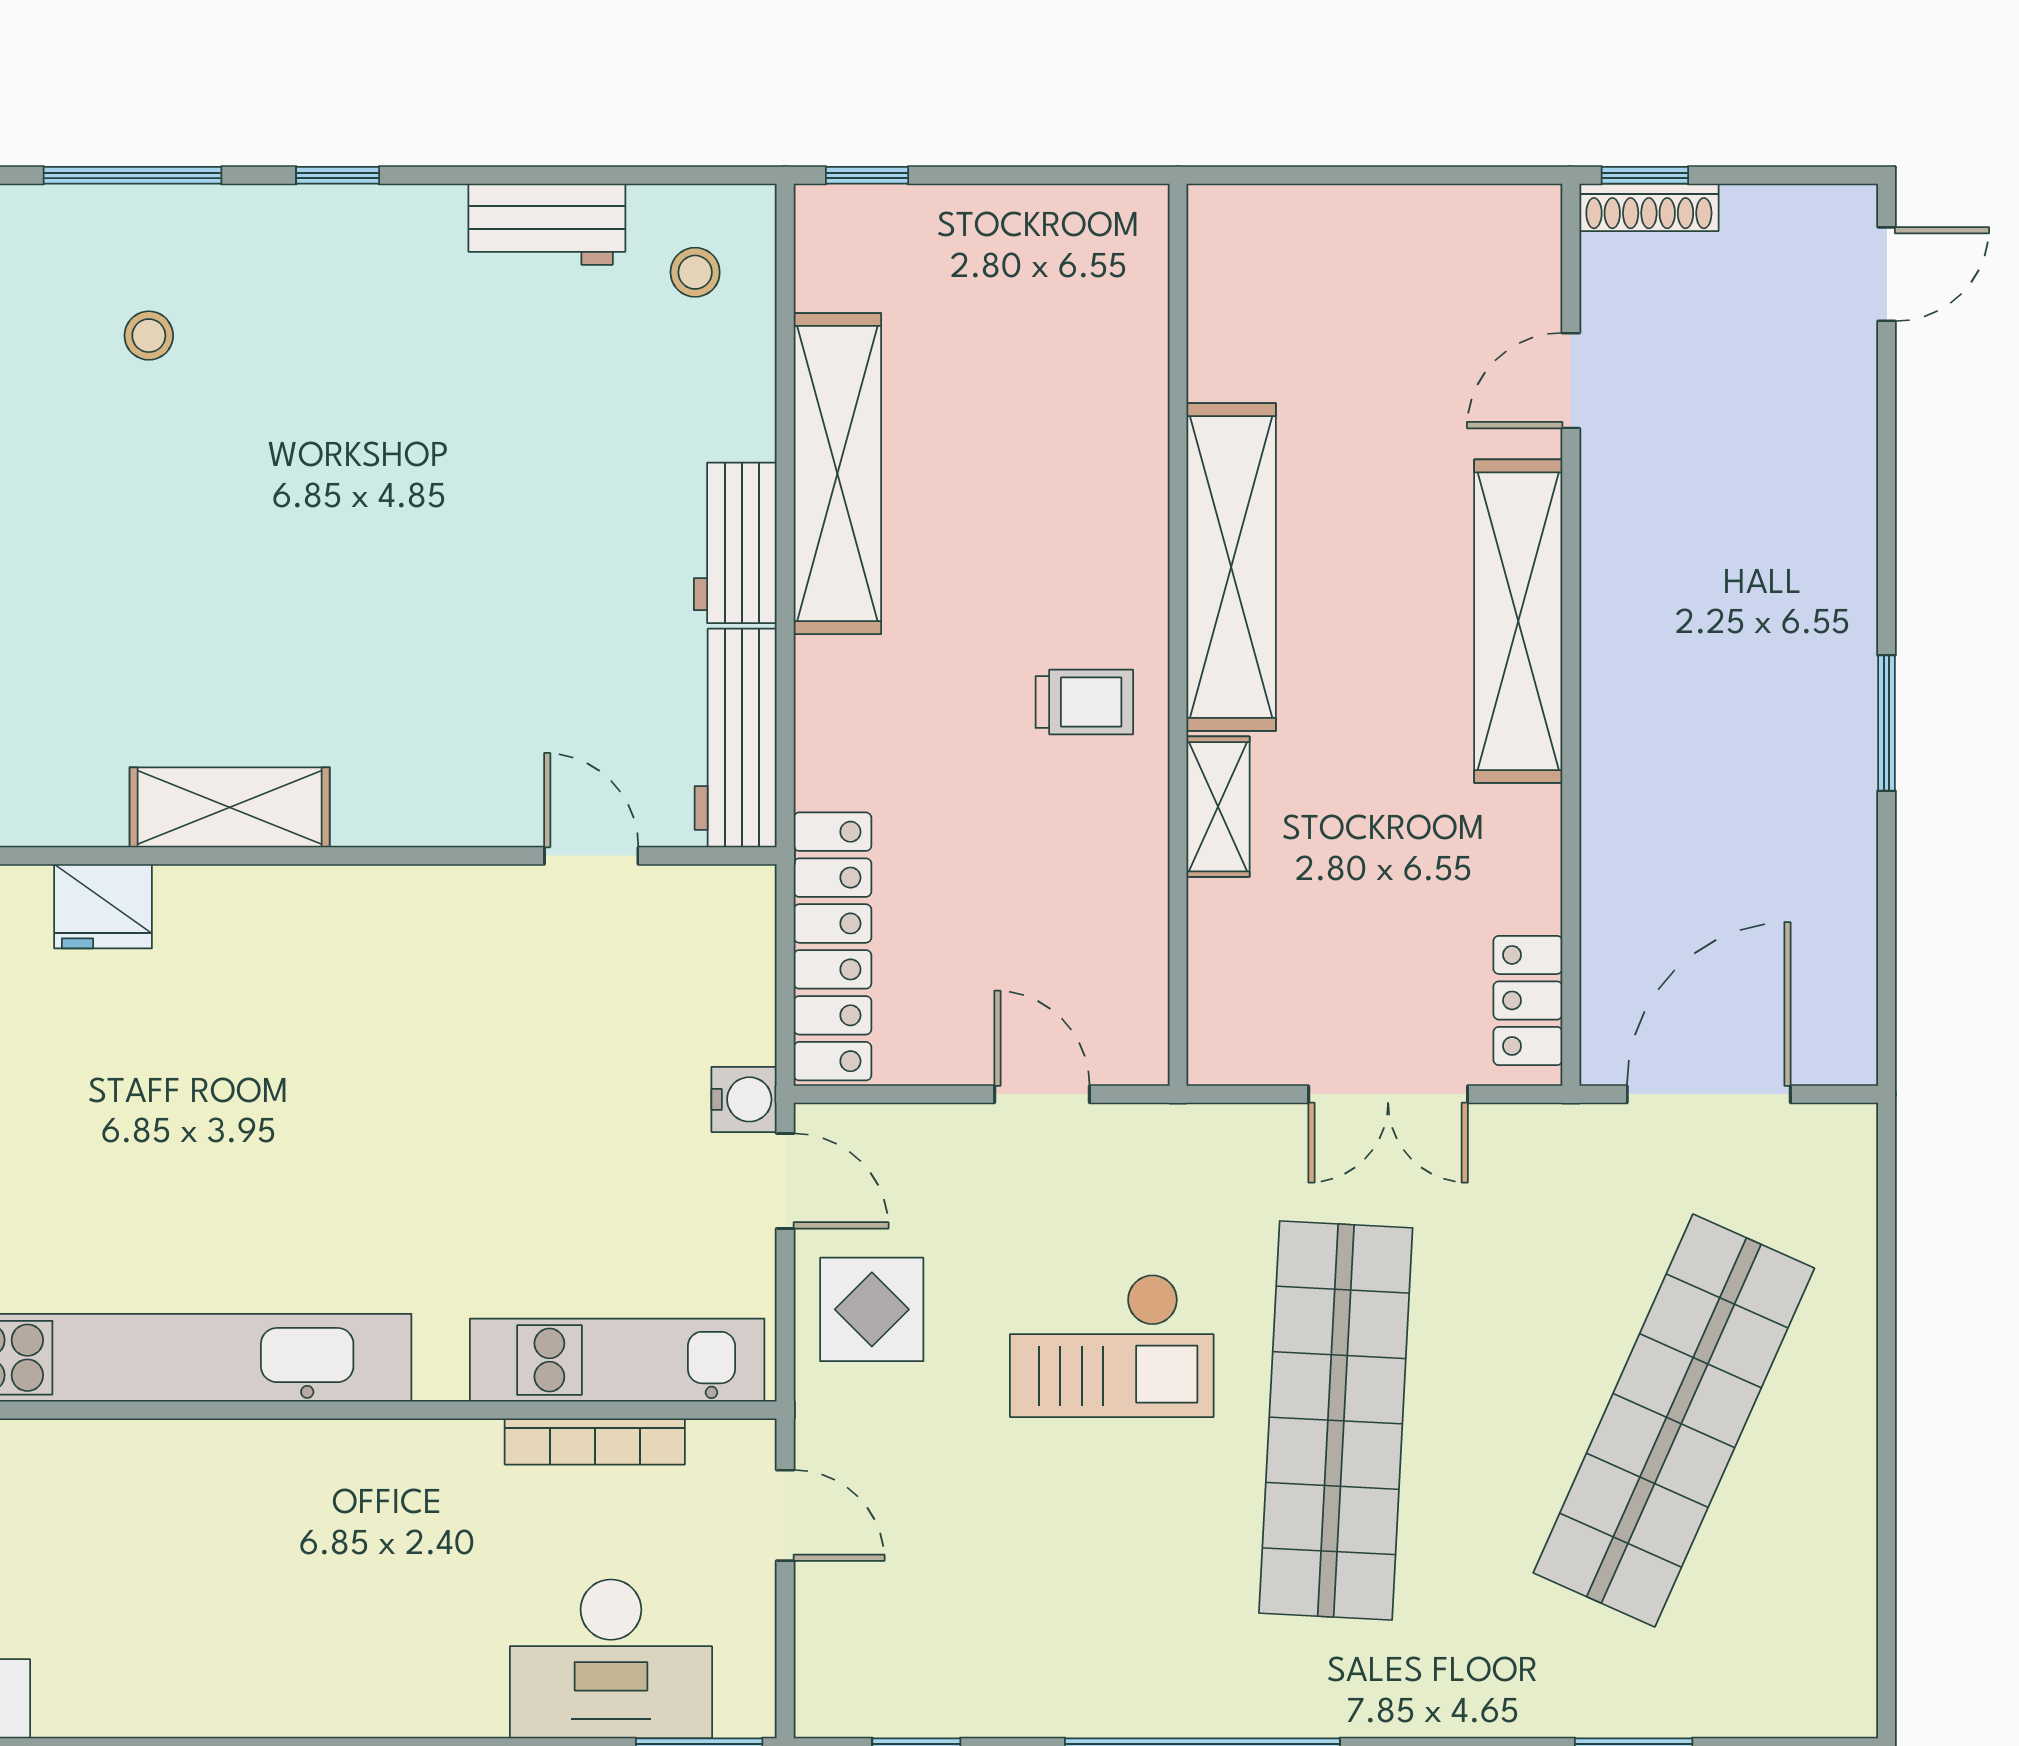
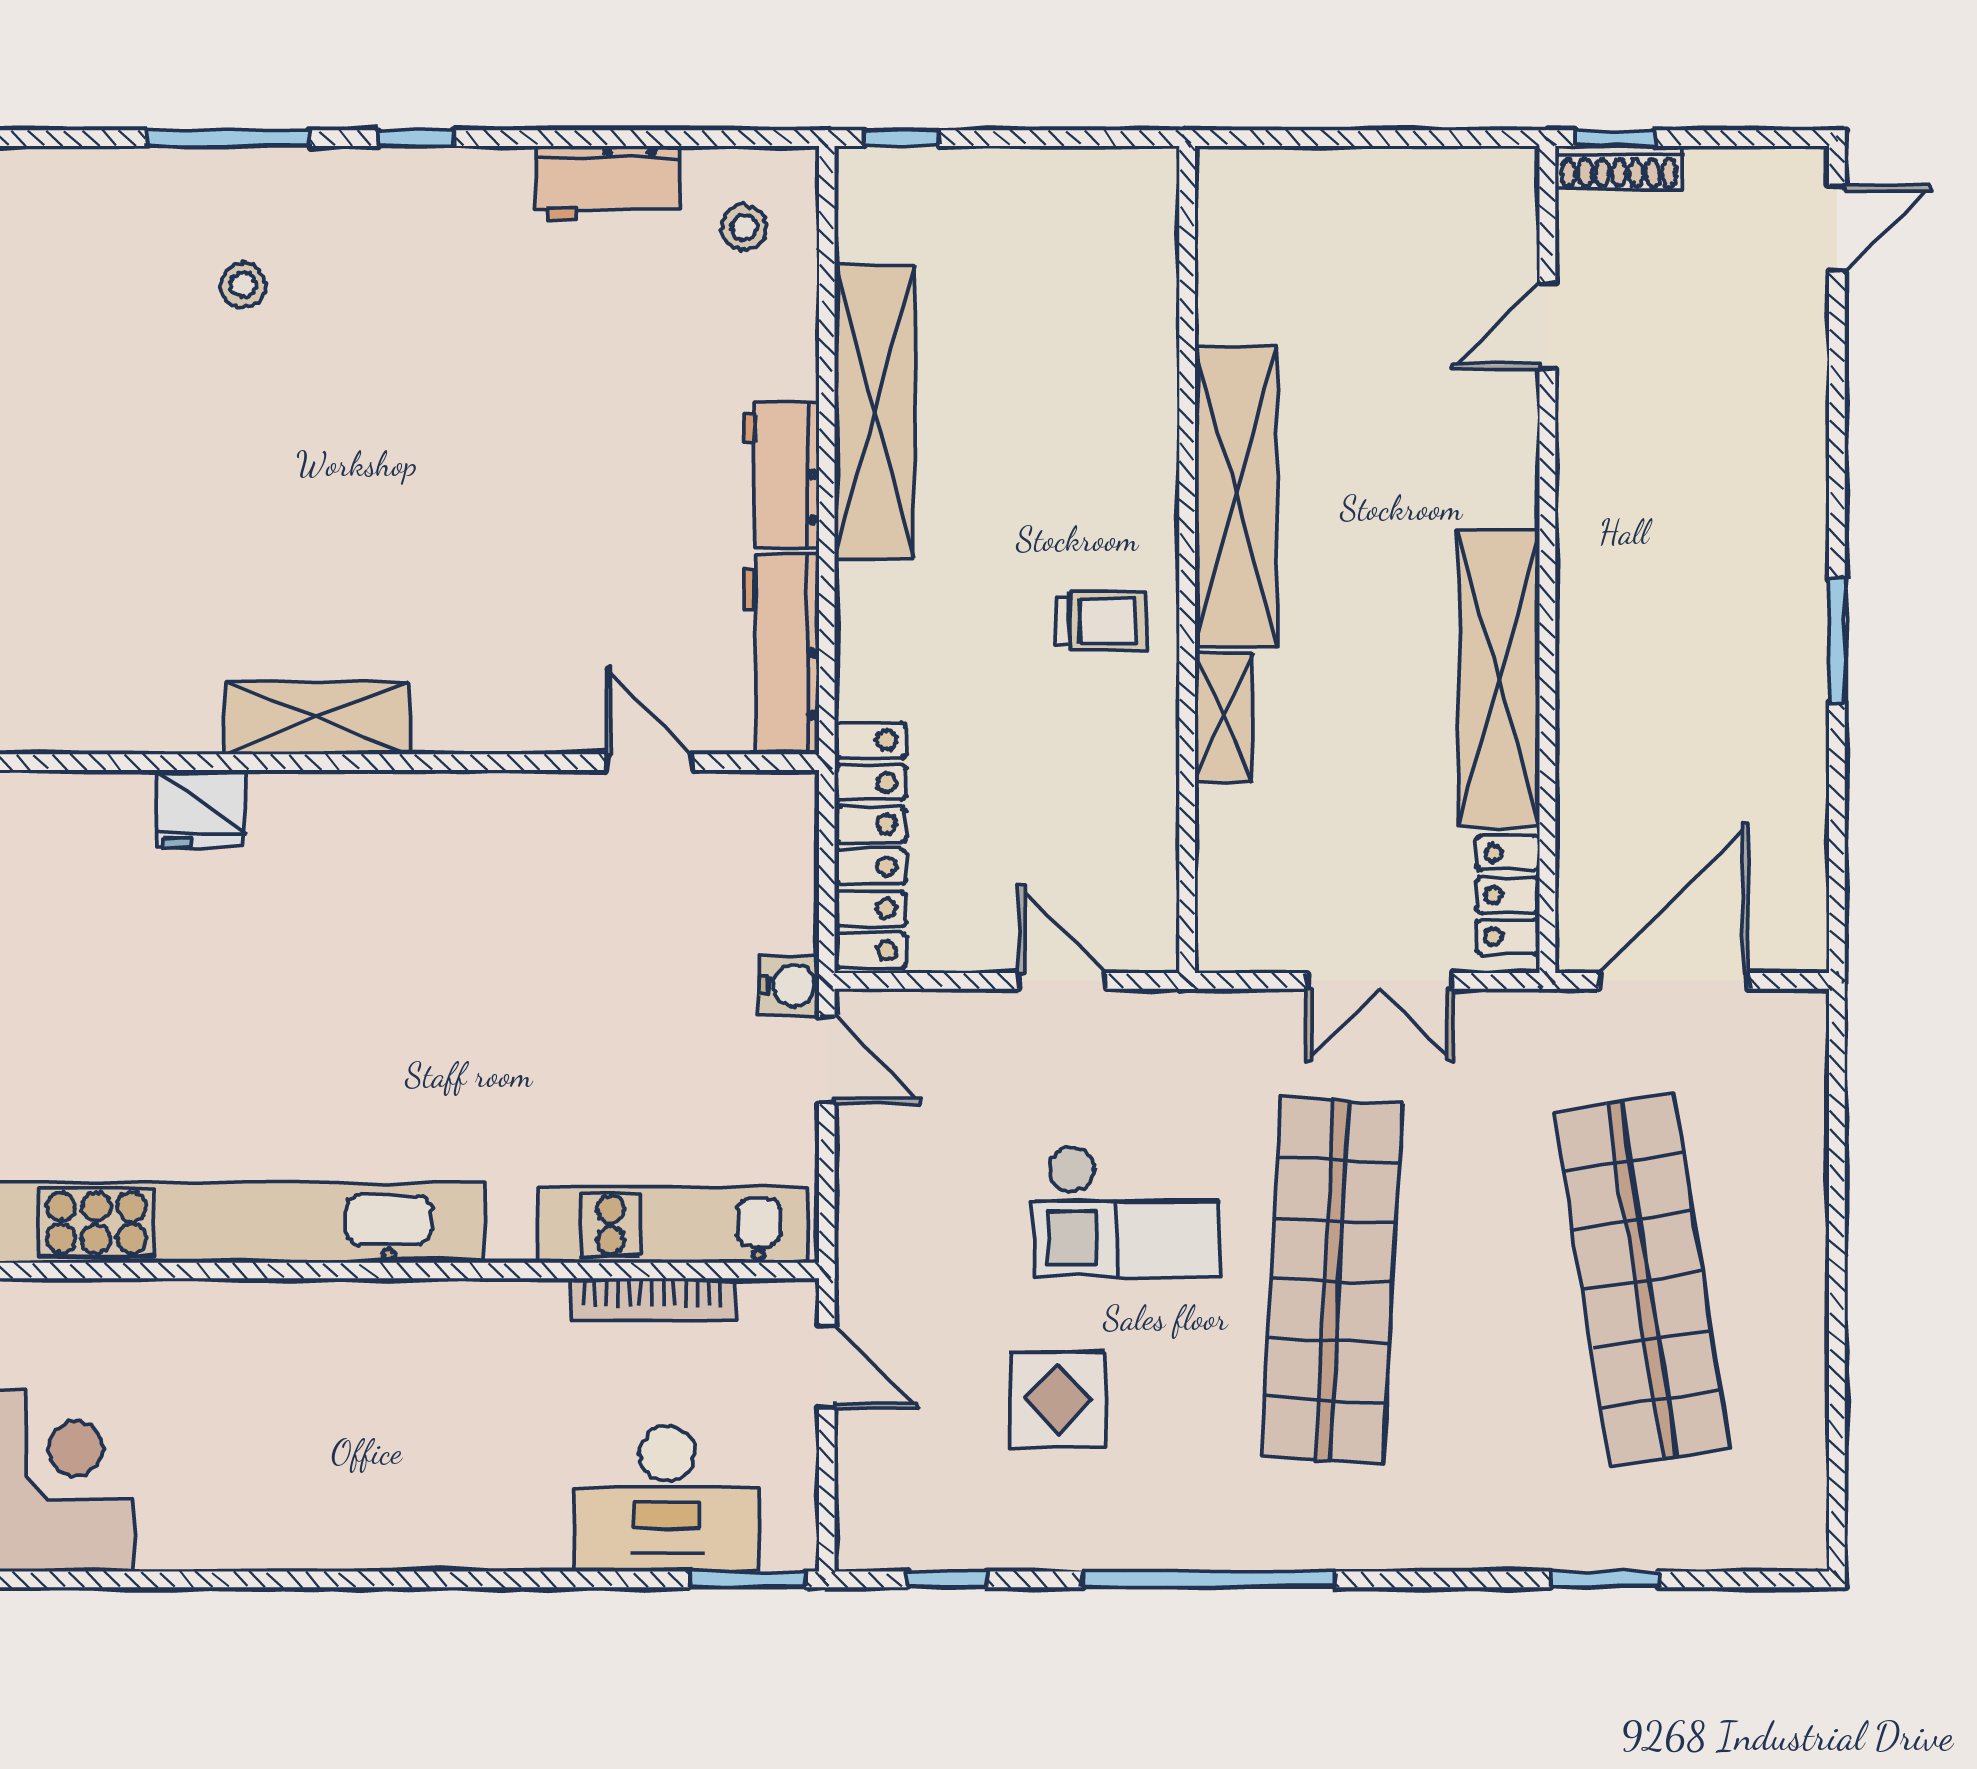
shelving: (1518, 621) -> (1499, 679), moved
display table: (872, 1309) -> (1058, 1400), moved
shop shelf: (1674, 1420) -> (1642, 1280), turned -33

